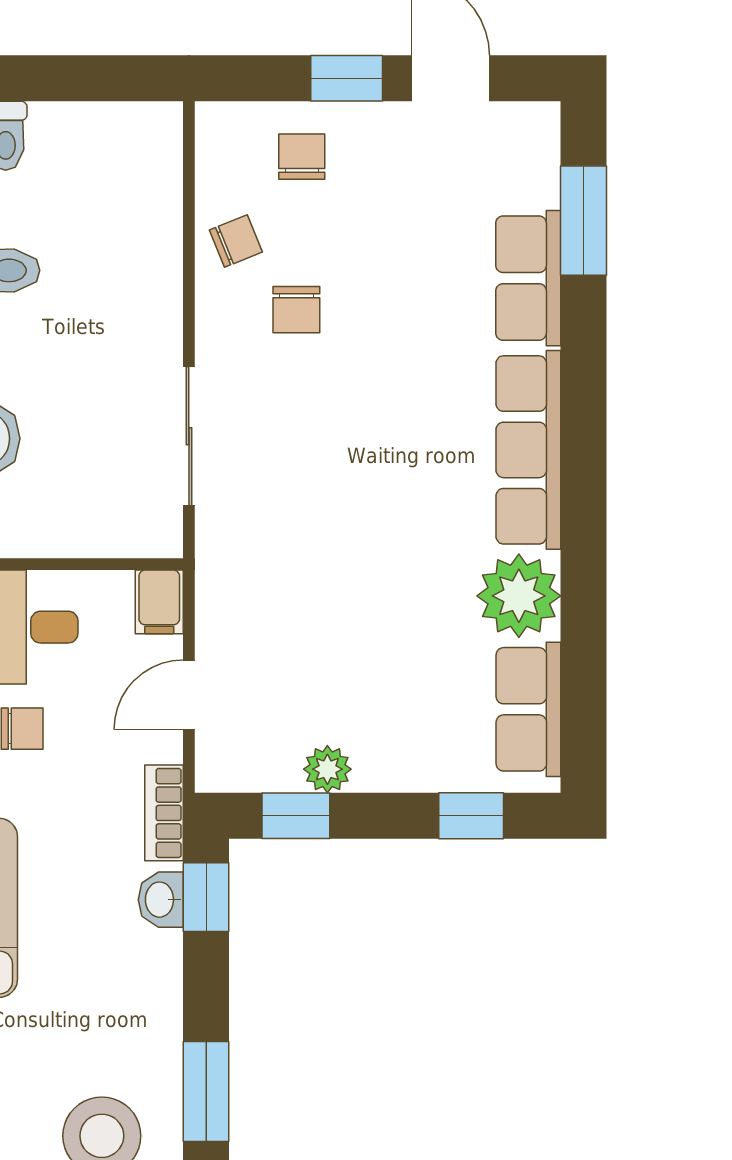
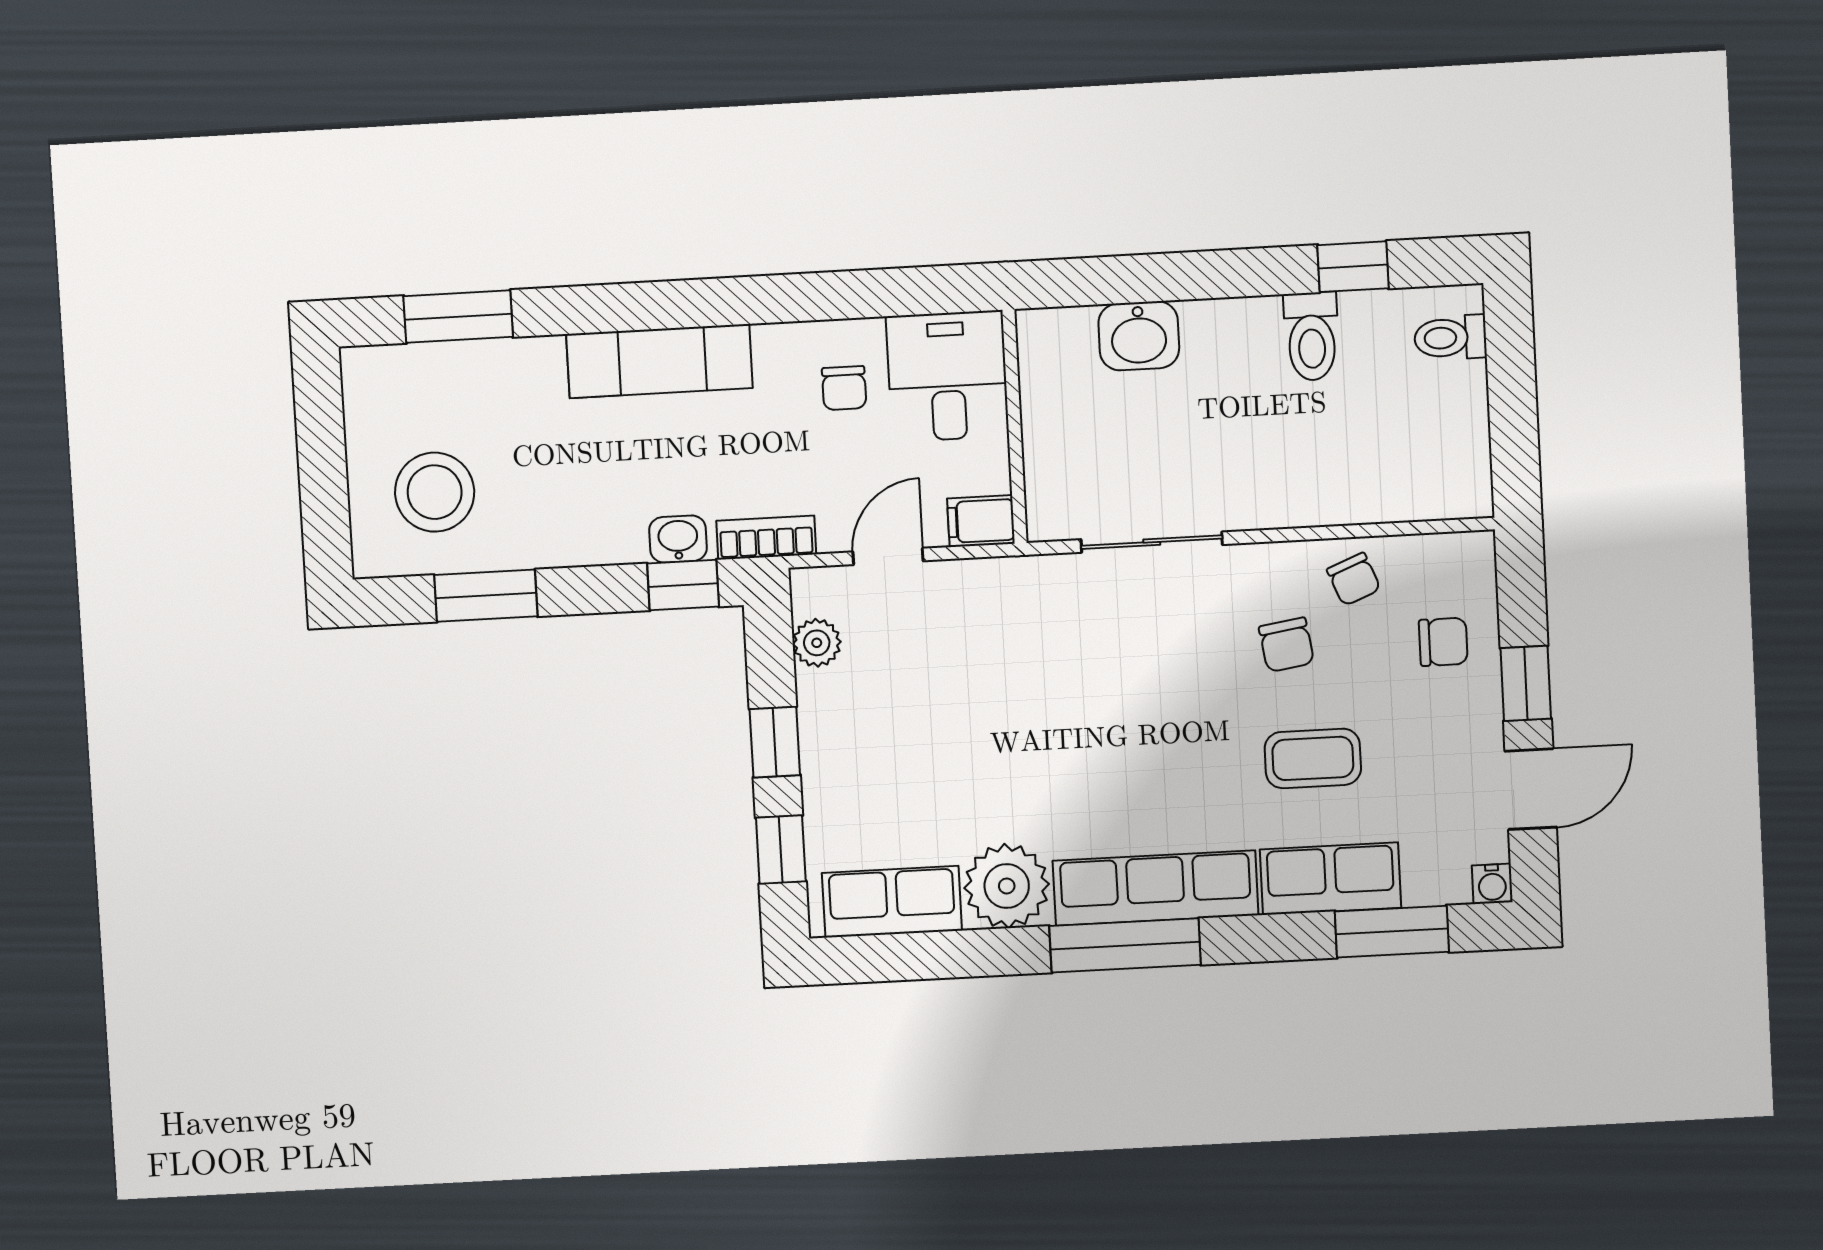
water cooler: (541, 120) -> (1492, 884), added
coffee table: (409, 290) -> (1313, 758), added
chair: (296, 310) -> (1287, 645), turned -99
window: (583, 483) -> (1125, 945), added
door: (189, 695) -> (888, 556), hinge flipped
plant: (327, 769) -> (817, 643), moved
window: (296, 816) -> (775, 742), moved

